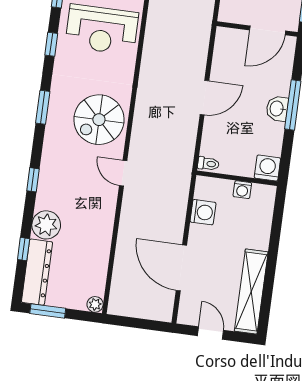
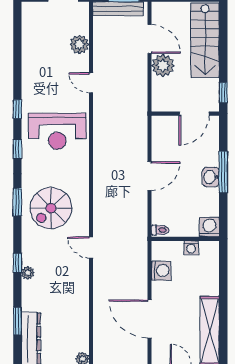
spiral stairs: (99, 120) -> (51, 208), moved
plant: (46, 225) -> (28, 273), moved, width x0.53, depth x0.53
window: (24, 249) -> (17, 321), width x1.50

